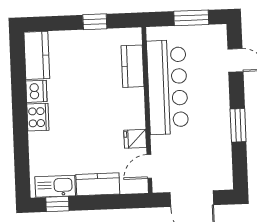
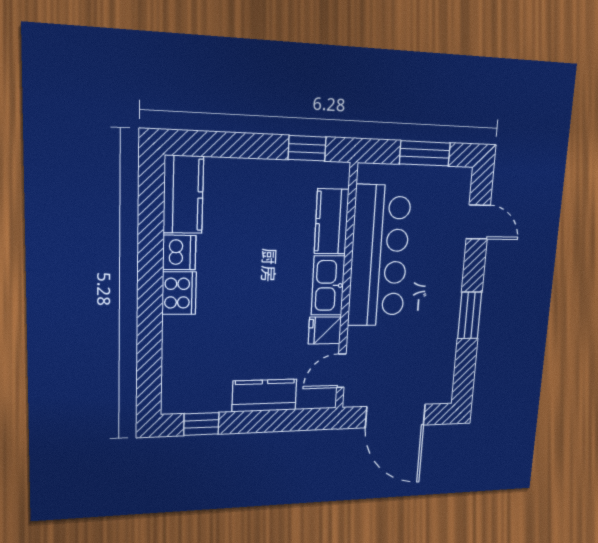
window: (95, 22) -> (307, 148), moved
kitchen sink: (55, 186) -> (328, 285), moved, turned -90

